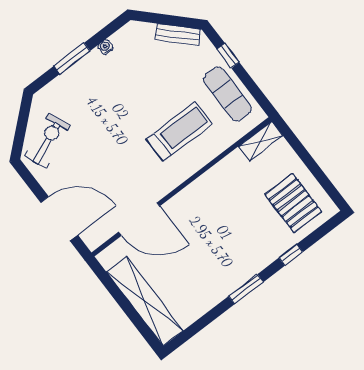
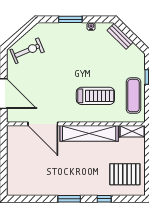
bench: (178, 35) -> (120, 36), moved
pallet: (293, 203) -> (125, 174), turned 90
shelving: (145, 301) -> (89, 133), moved, turned 90

